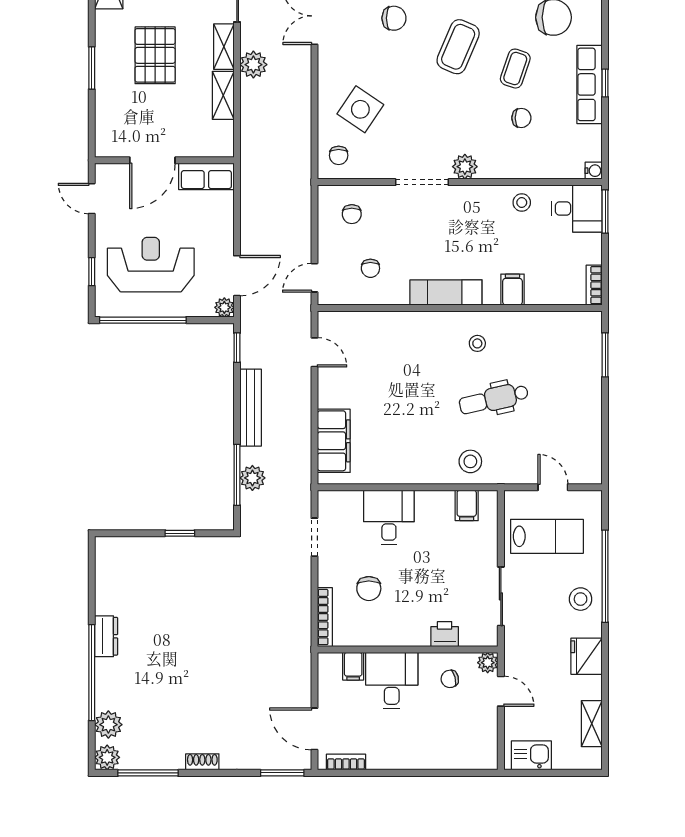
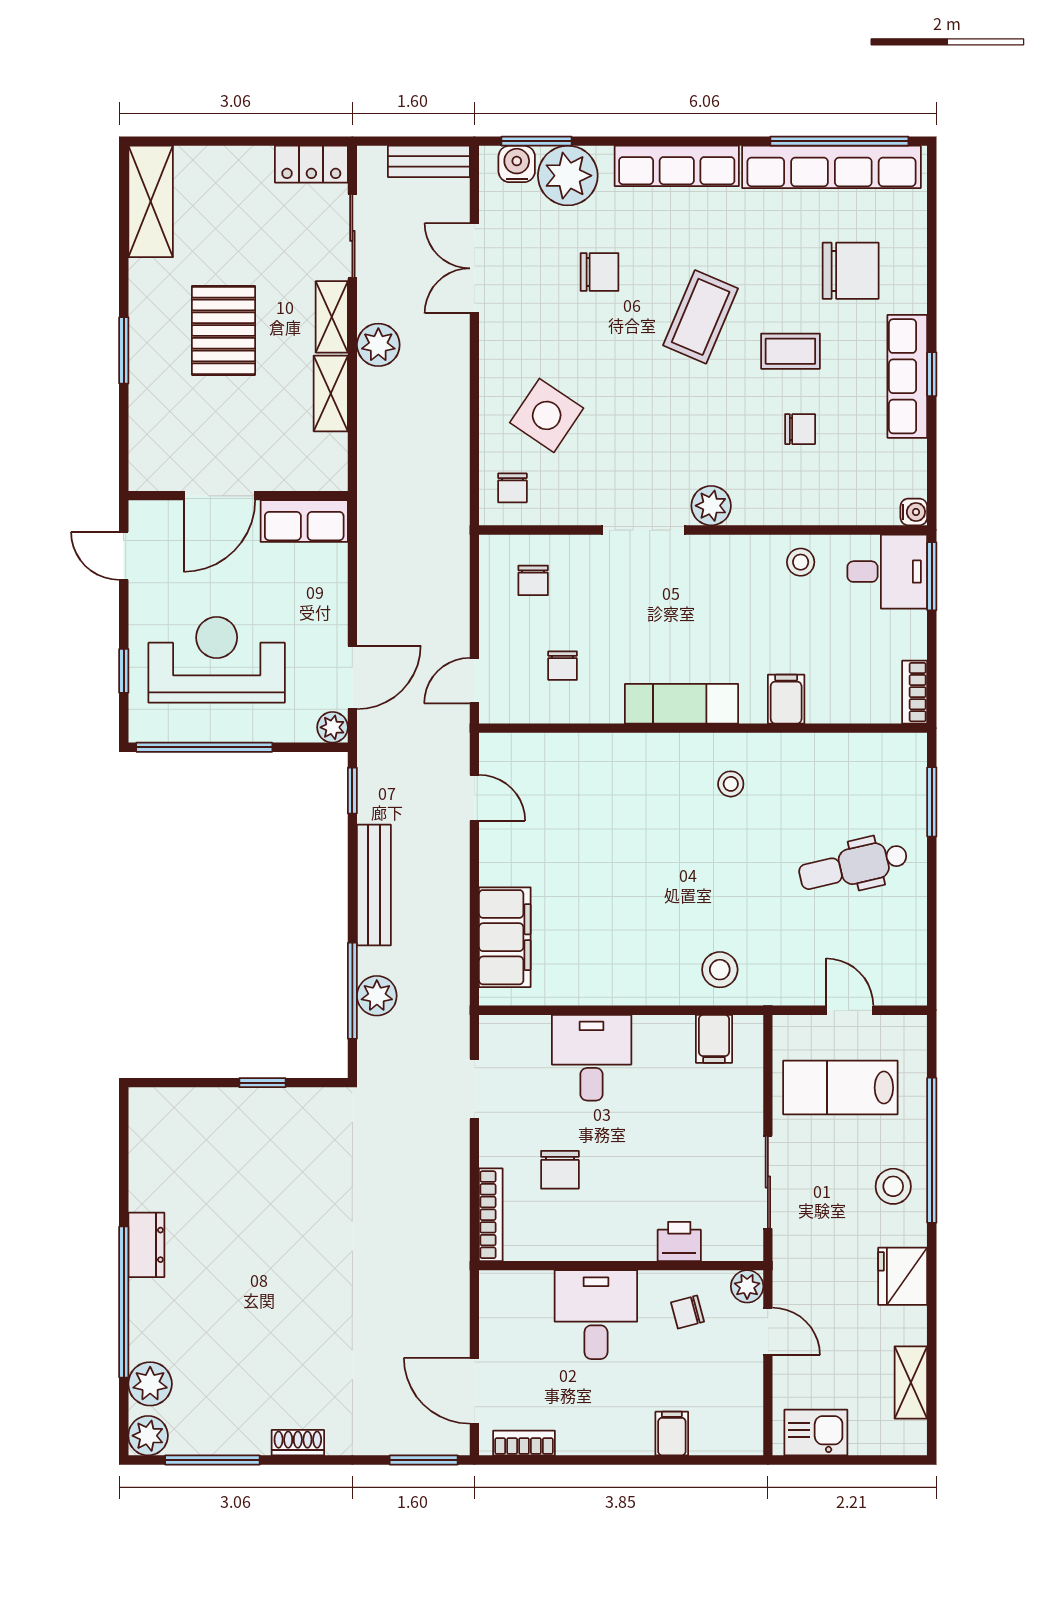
coffee table: (515, 69) -> (790, 351), turned 71
dental chair: (494, 399) -> (853, 866), moved
lab bench: (547, 536) -> (840, 1088), turned 180
filing cabinet: (353, 666) -> (672, 1434), moved, turned 180

